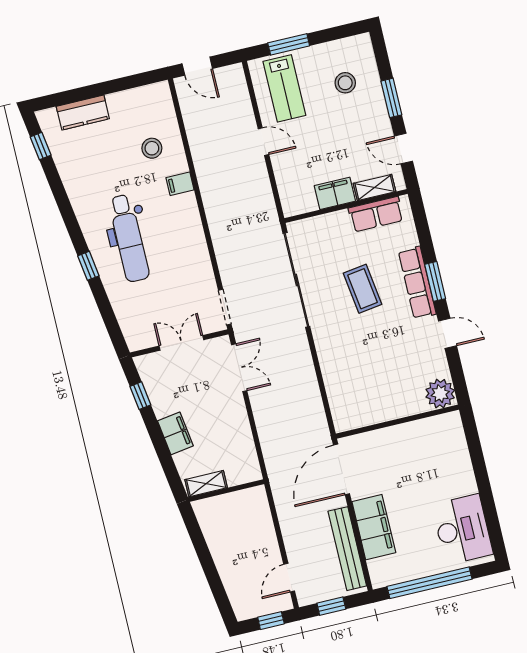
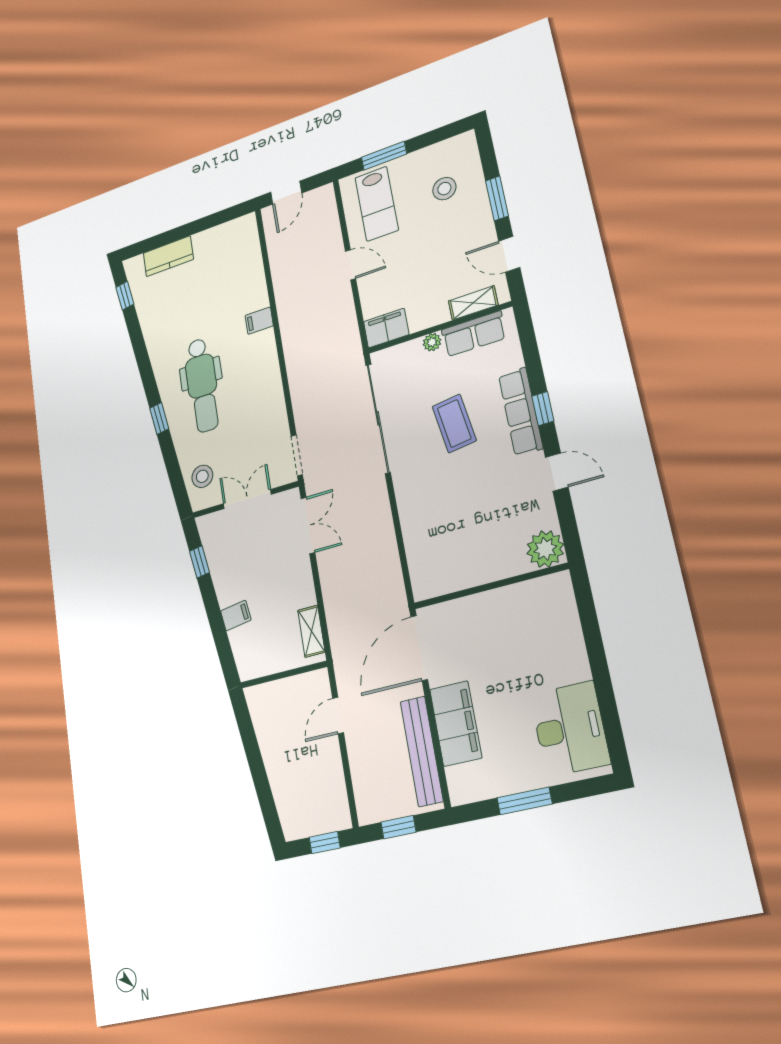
door: (197, 66) -> (286, 193), hinge flipped
stool: (152, 148) -> (202, 476), moved
filing cabinet: (335, 193) -> (386, 328), moved
plant: (340, 218) -> (432, 342), added
window: (435, 281) -> (543, 409), width x0.67
filing cabinet: (175, 433) -> (236, 615), width x0.50
shelving: (206, 484) -> (311, 631), moved, turned 90
door: (289, 578) -> (338, 715), moved
window: (430, 583) -> (525, 801), width x0.47

